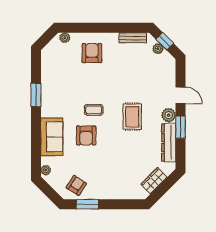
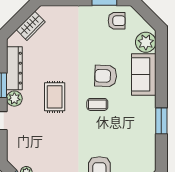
armchair: (86, 136) -> (106, 76), turned -88
plant: (46, 170) -> (146, 42), width x1.87, depth x1.87
armchair: (76, 185) -> (117, 21), turned -123

